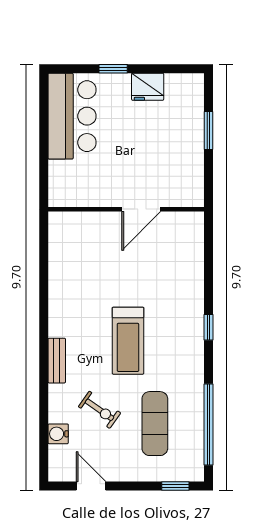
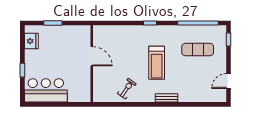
fridge: (148, 87) -> (31, 41), moved
treadmill: (128, 341) -> (157, 63), turned 90
exercise bike: (100, 410) -> (127, 89), moved
water cooler: (58, 434) -> (203, 97), removed

